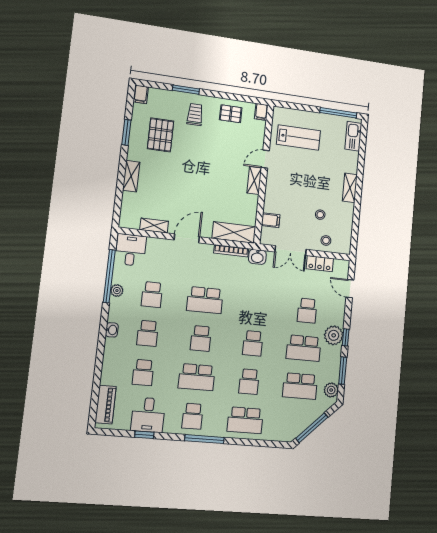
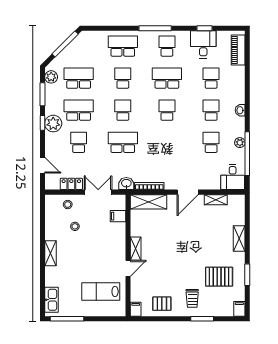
pallet: (161, 135) -> (219, 277), turned 90
school desk: (205, 300) -> (123, 142), moved

